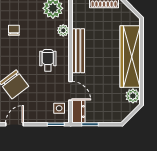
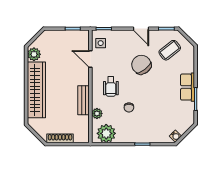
chair: (14, 30) -> (129, 107), moved
bench: (78, 51) -> (83, 100), width x0.73
dresser: (78, 111) -> (83, 40), removed
door: (15, 124) -> (141, 29), hinge flipped

